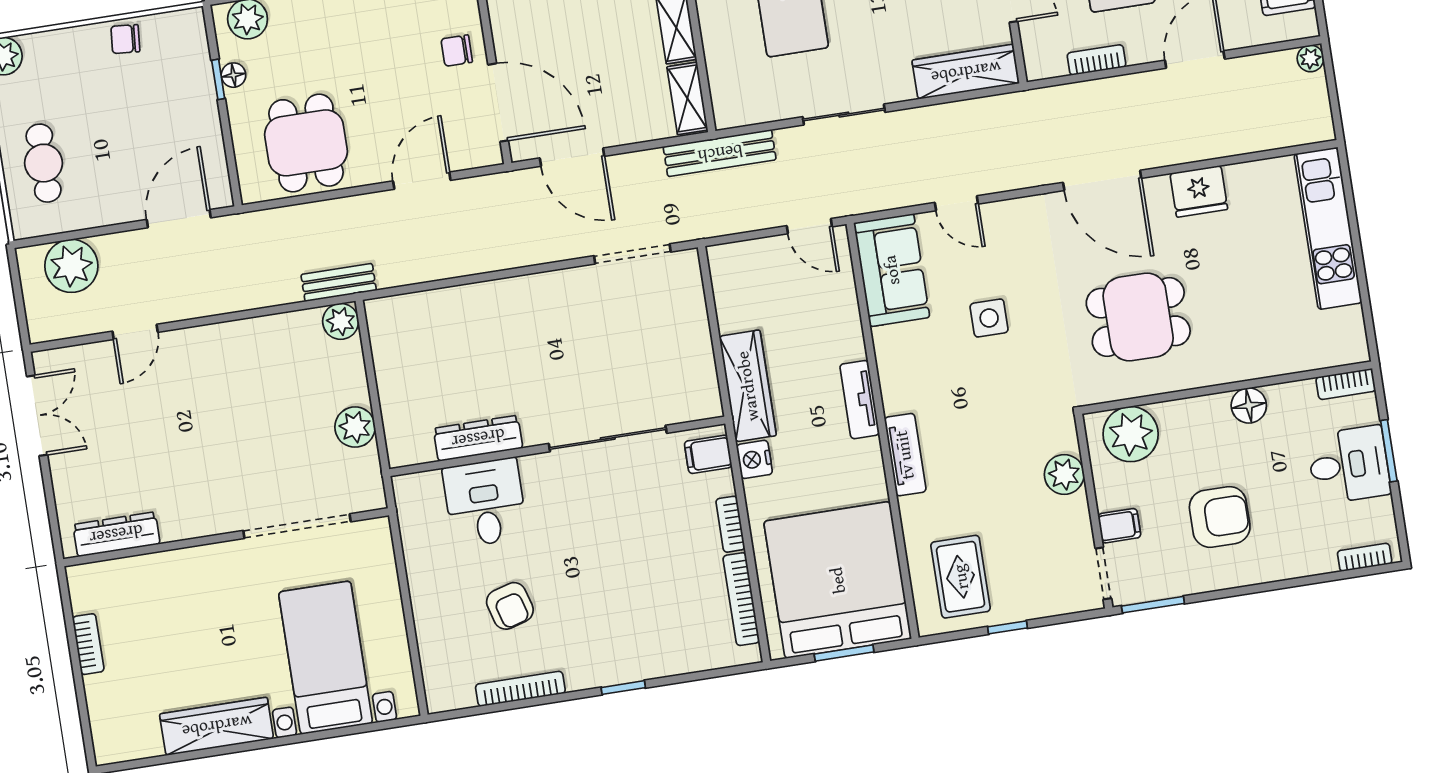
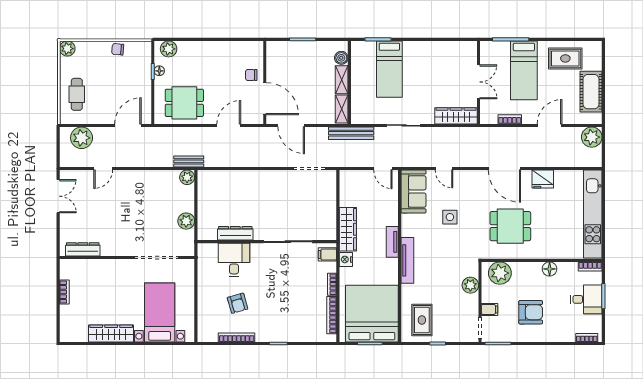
plant: (1310, 58) -> (592, 137), width x1.88, depth x1.88
dining table: (306, 143) -> (184, 103), turned 90
kitchen unit: (1328, 228) -> (593, 214), width x1.36
tv unit: (905, 455) -> (407, 260), width x1.41

